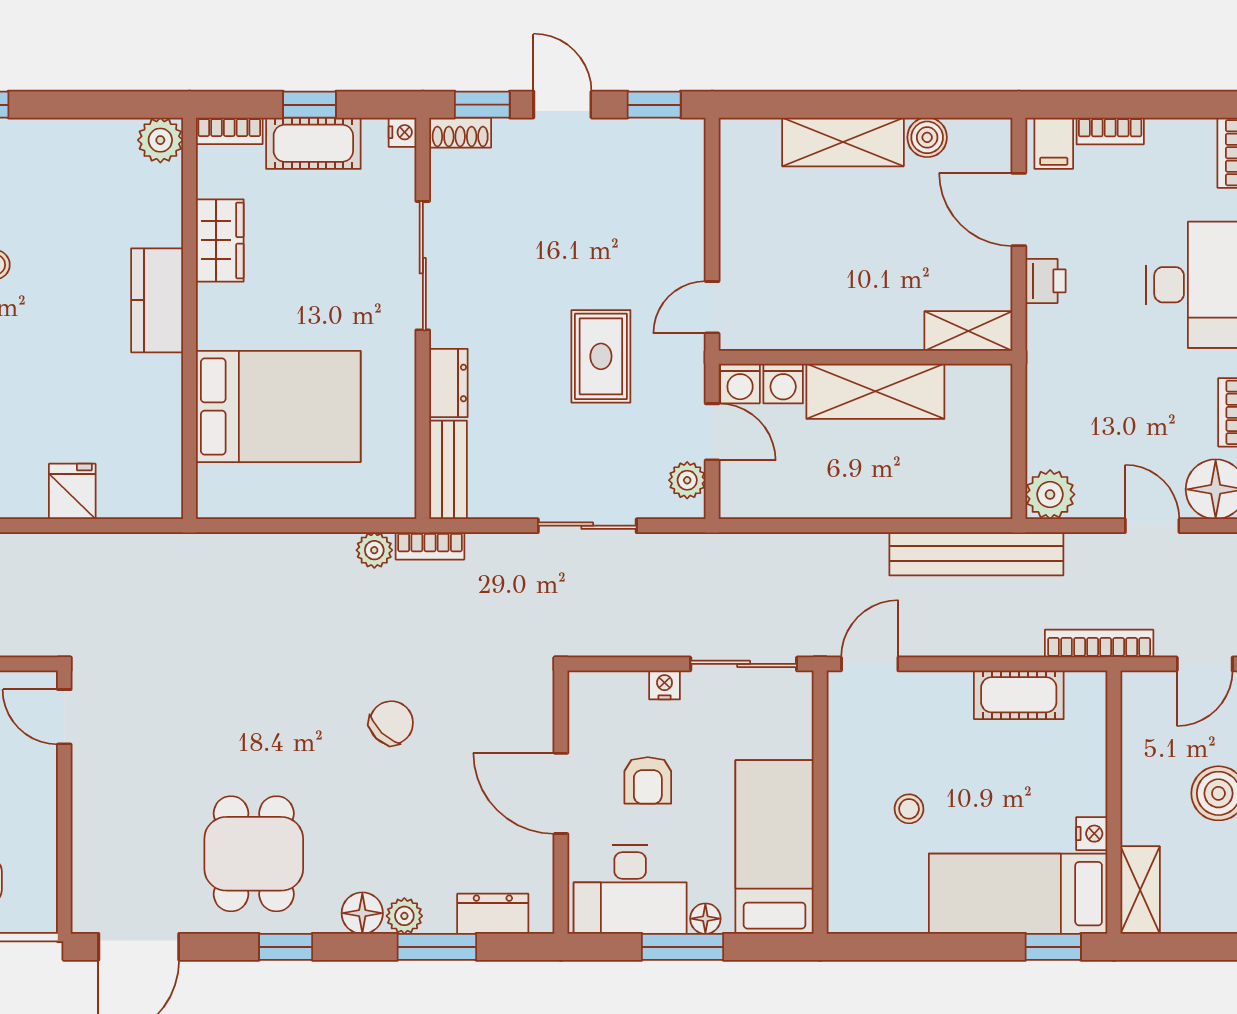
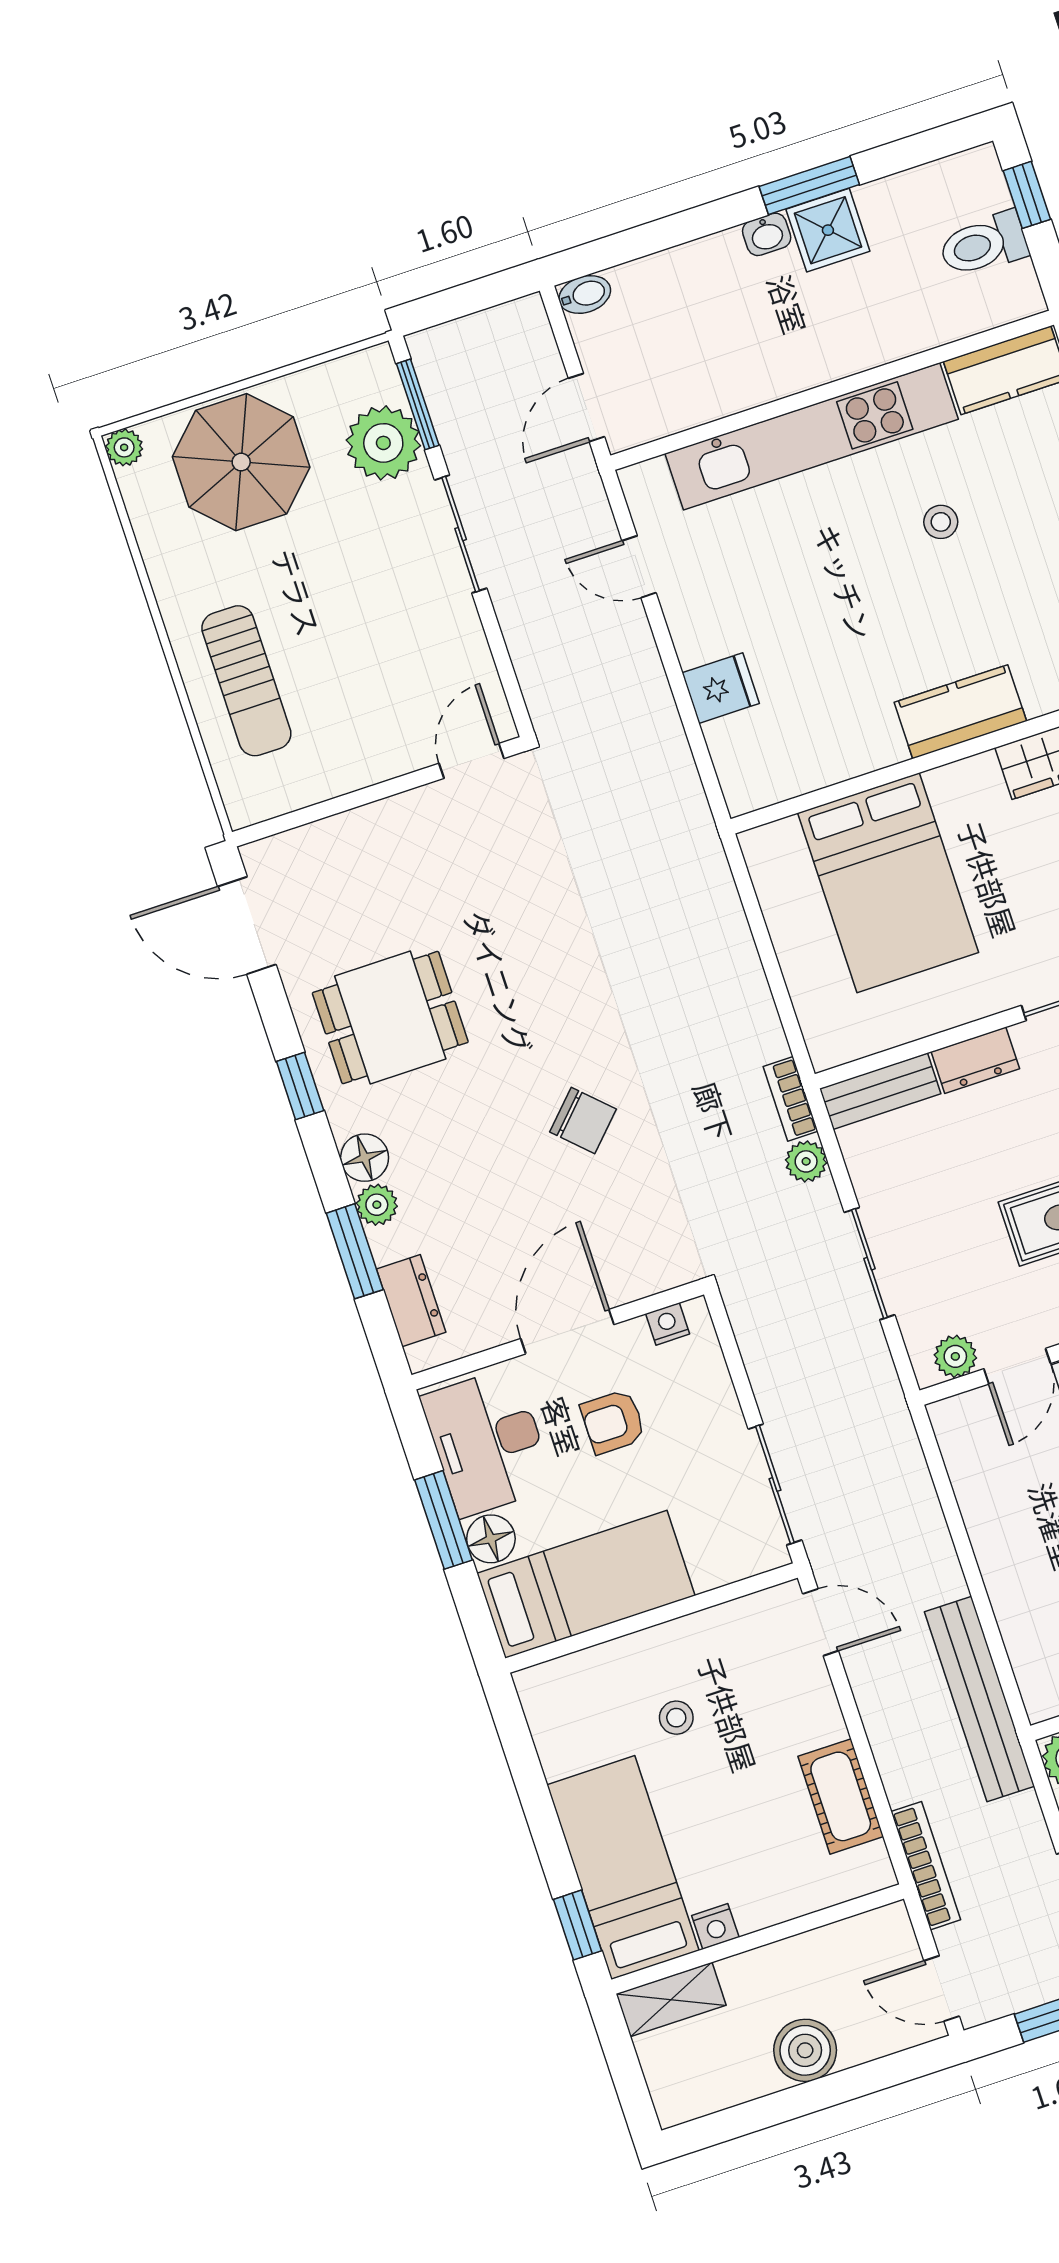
plant: (374, 550) -> (806, 1161), moved
nightstand: (665, 685) -> (668, 1324), moved, turned -90
floor lamp: (705, 919) -> (491, 1539), width x1.37, depth x1.37

